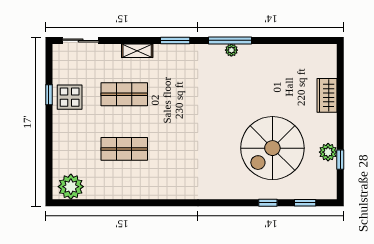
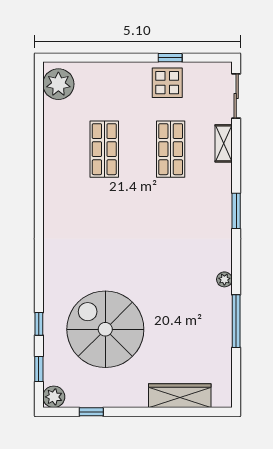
window: (230, 40) -> (236, 321), moved
shelving: (137, 51) -> (224, 143), moved
wardrobe: (327, 95) -> (180, 396), width x1.50
plant: (328, 152) -> (54, 397), moved

